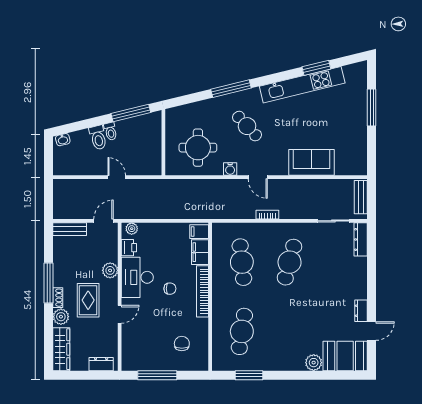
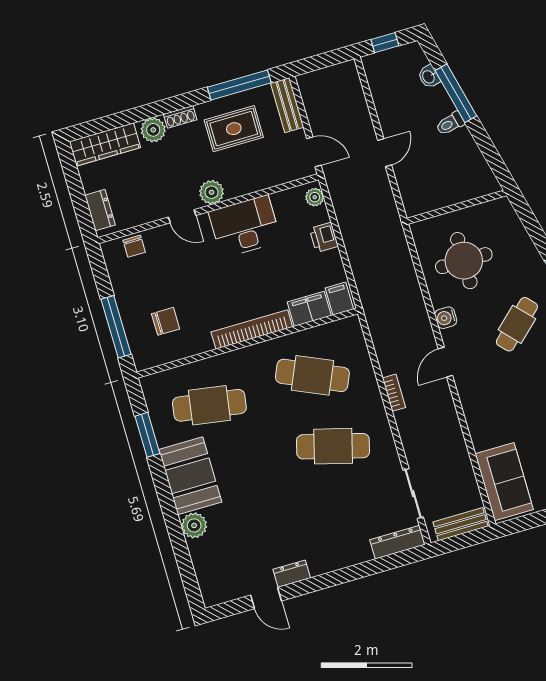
window: (131, 113) -> (456, 93), moved
toilet: (98, 138) -> (436, 108), removed
washbasin: (63, 140) -> (429, 77), moved
window: (49, 157) -> (385, 43), added
sofa: (312, 162) -> (504, 482), moved
printer: (129, 248) -> (324, 237), moved, turned 90
cafe table: (242, 262) -> (312, 375), turned 30
plant: (110, 270) -> (212, 192), moved
window: (49, 283) -> (239, 85), moved
chair: (170, 289) -> (134, 246), moved
rug: (88, 300) -> (234, 129), moved
booth: (345, 356) -> (190, 476), moved
window: (157, 375) -> (116, 327), moved

